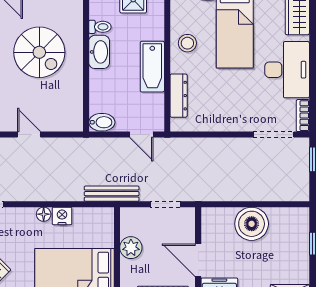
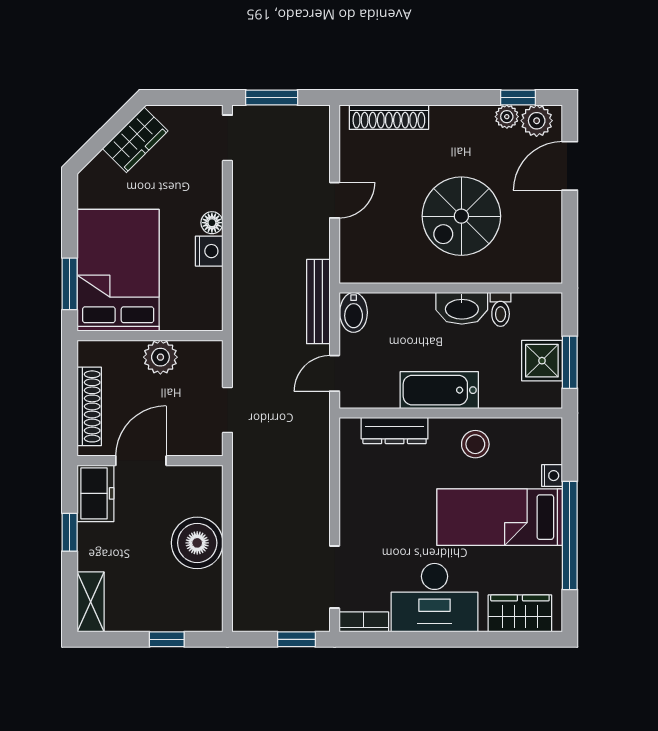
bench: (112, 194) -> (318, 302), moved

